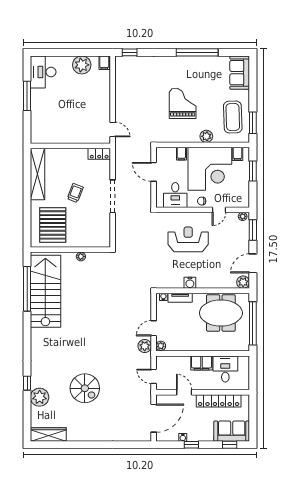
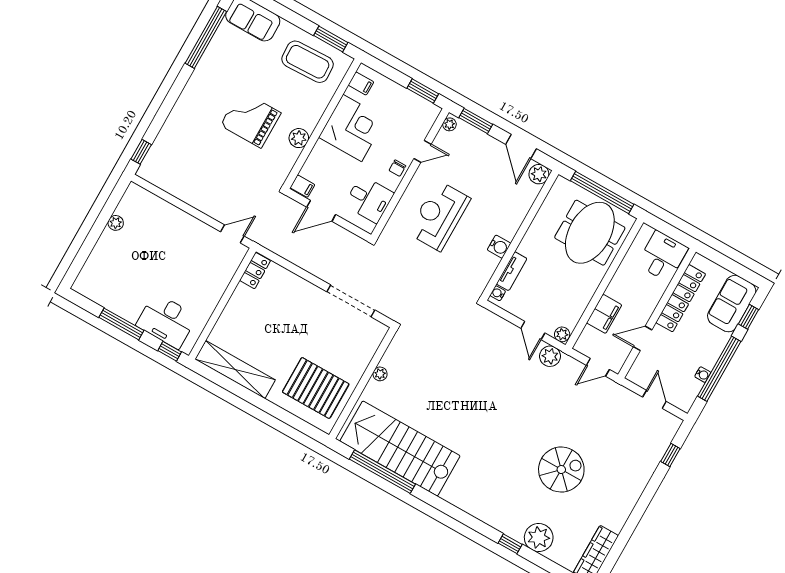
window: (197, 52) -> (206, 37), moved
filing cabinet: (104, 63) -> (136, 194), removed
plant: (82, 65) -> (116, 223), width x0.53, depth x0.53
desk: (43, 72) -> (167, 321), moved
window: (27, 131) -> (170, 351), added
plant: (206, 136) -> (299, 138), moved
filing cabinet: (181, 154) -> (302, 186), moved
corner desk: (210, 169) -> (352, 128), width x0.74, depth x0.74
window: (253, 171) -> (423, 91), moved
trolley: (75, 193) -> (290, 333), removed
doorway: (113, 196) -> (351, 301), moved
door: (219, 210) -> (422, 151), hinge flipped
meeting table: (221, 313) -> (590, 233), moved
filing cabinet: (202, 363) -> (604, 314), moved
desk: (225, 369) -> (662, 256), moved, turned 90
door: (154, 418) -> (654, 399), width x0.53
window: (128, 445) -> (670, 455), added
window: (191, 445) -> (719, 369), width x3.17

